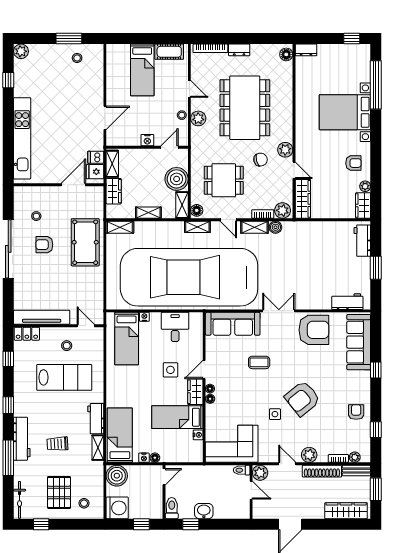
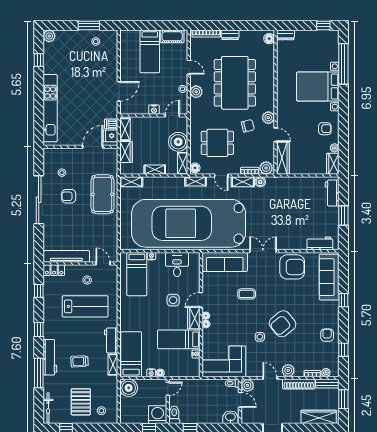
washing machine: (117, 508) -> (158, 415), moved, turned -90
washbasin: (204, 511) -> (230, 417), moved

